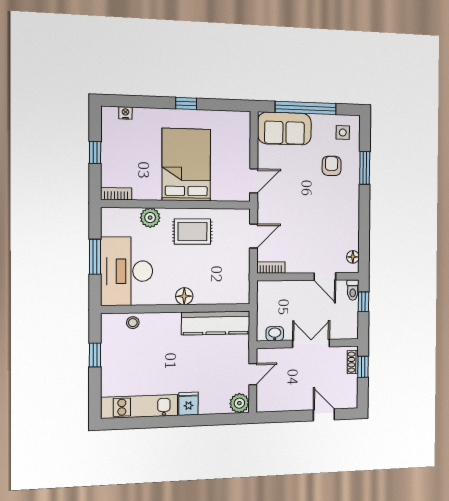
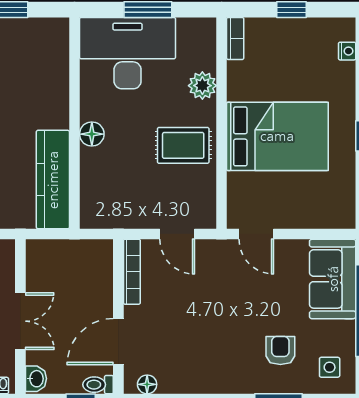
armchair: (332, 166) -> (280, 350), turned -90
rug: (192, 232) -> (183, 145), turned 90
bookcase: (271, 268) -> (132, 272), width x1.56
door: (325, 277) -> (118, 342), width x1.38
stool: (133, 323) -> (56, 62), removed
washbasin: (275, 334) -> (36, 379), moved

